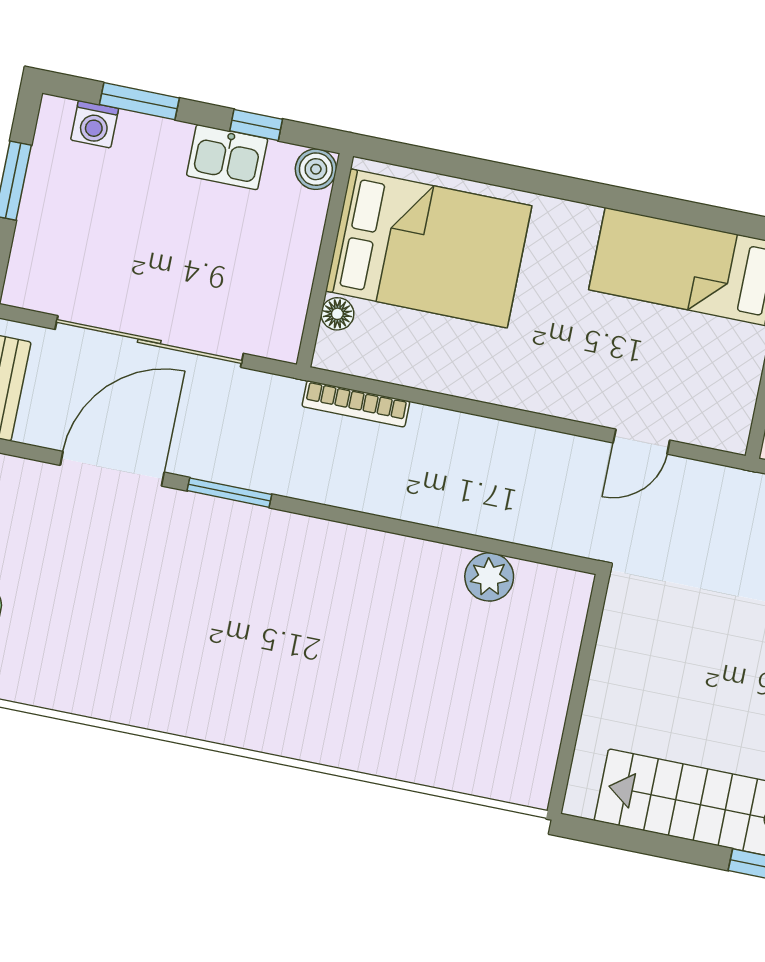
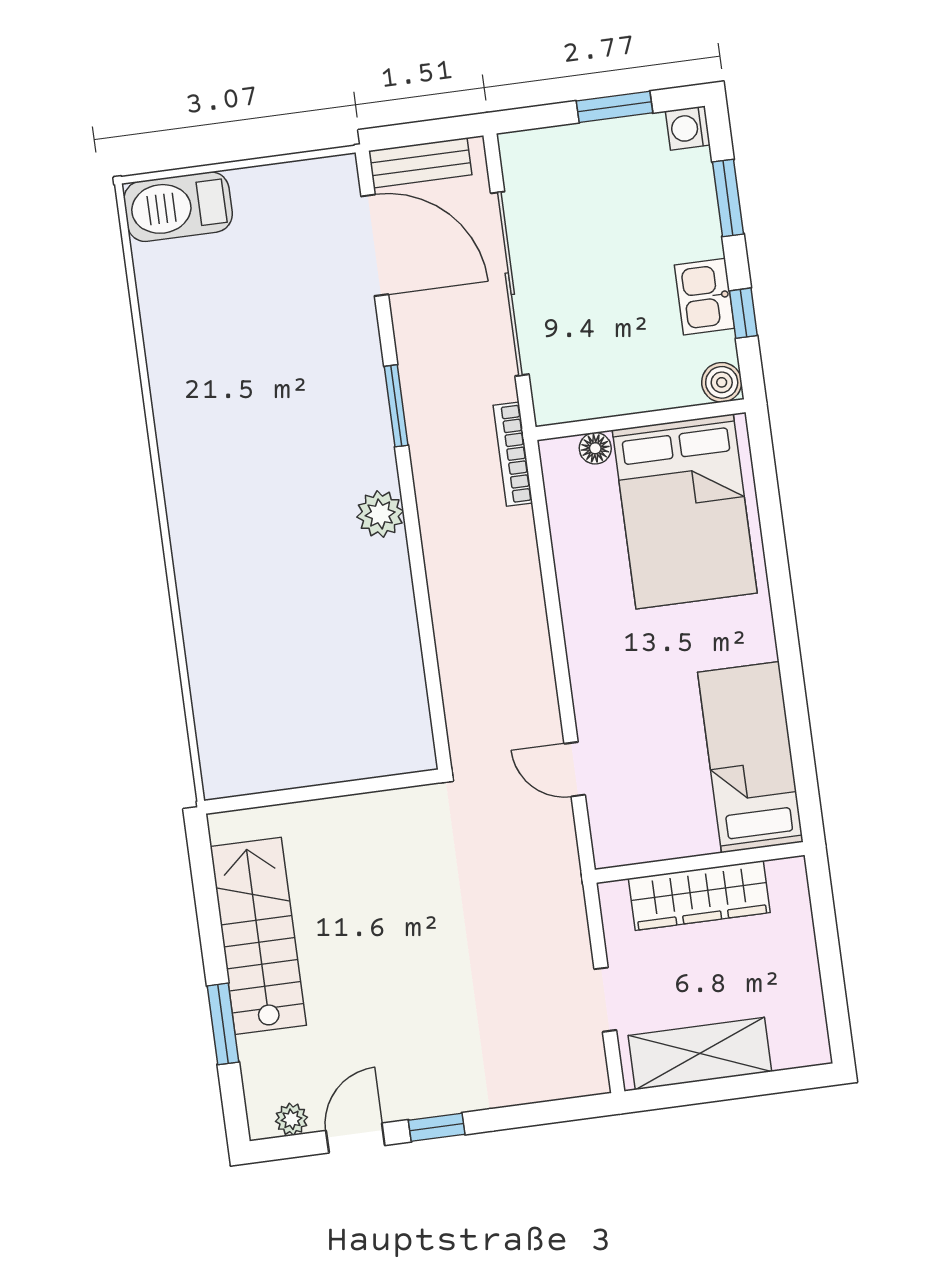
washing machine: (95, 124) -> (688, 128), moved
bookcase: (356, 404) -> (513, 454), moved
door: (112, 469) -> (375, 245), moved
plant: (489, 577) -> (380, 514), moved

